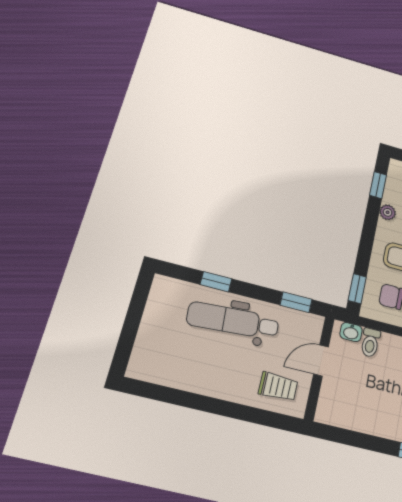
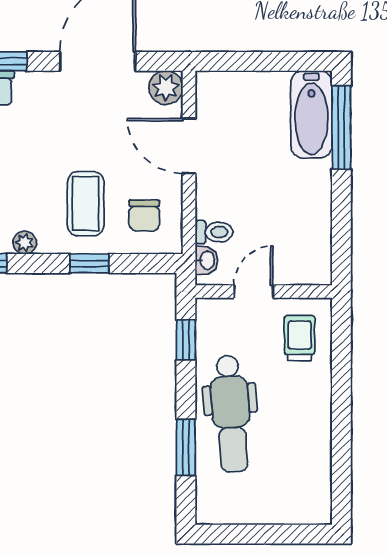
window: (216, 282) -> (186, 447), width x1.50
window: (357, 289) -> (89, 263), moved
door: (321, 360) -> (253, 291), swing flipped

